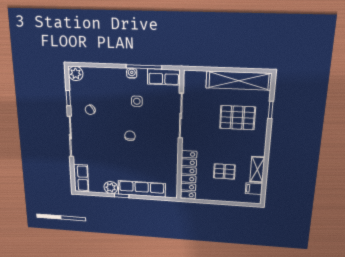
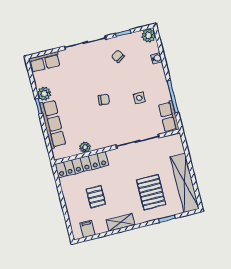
water cooler: (132, 73) -> (157, 58), moved
plant: (172, 167) -> (85, 147), added
shelving: (257, 169) -> (121, 222), moved

